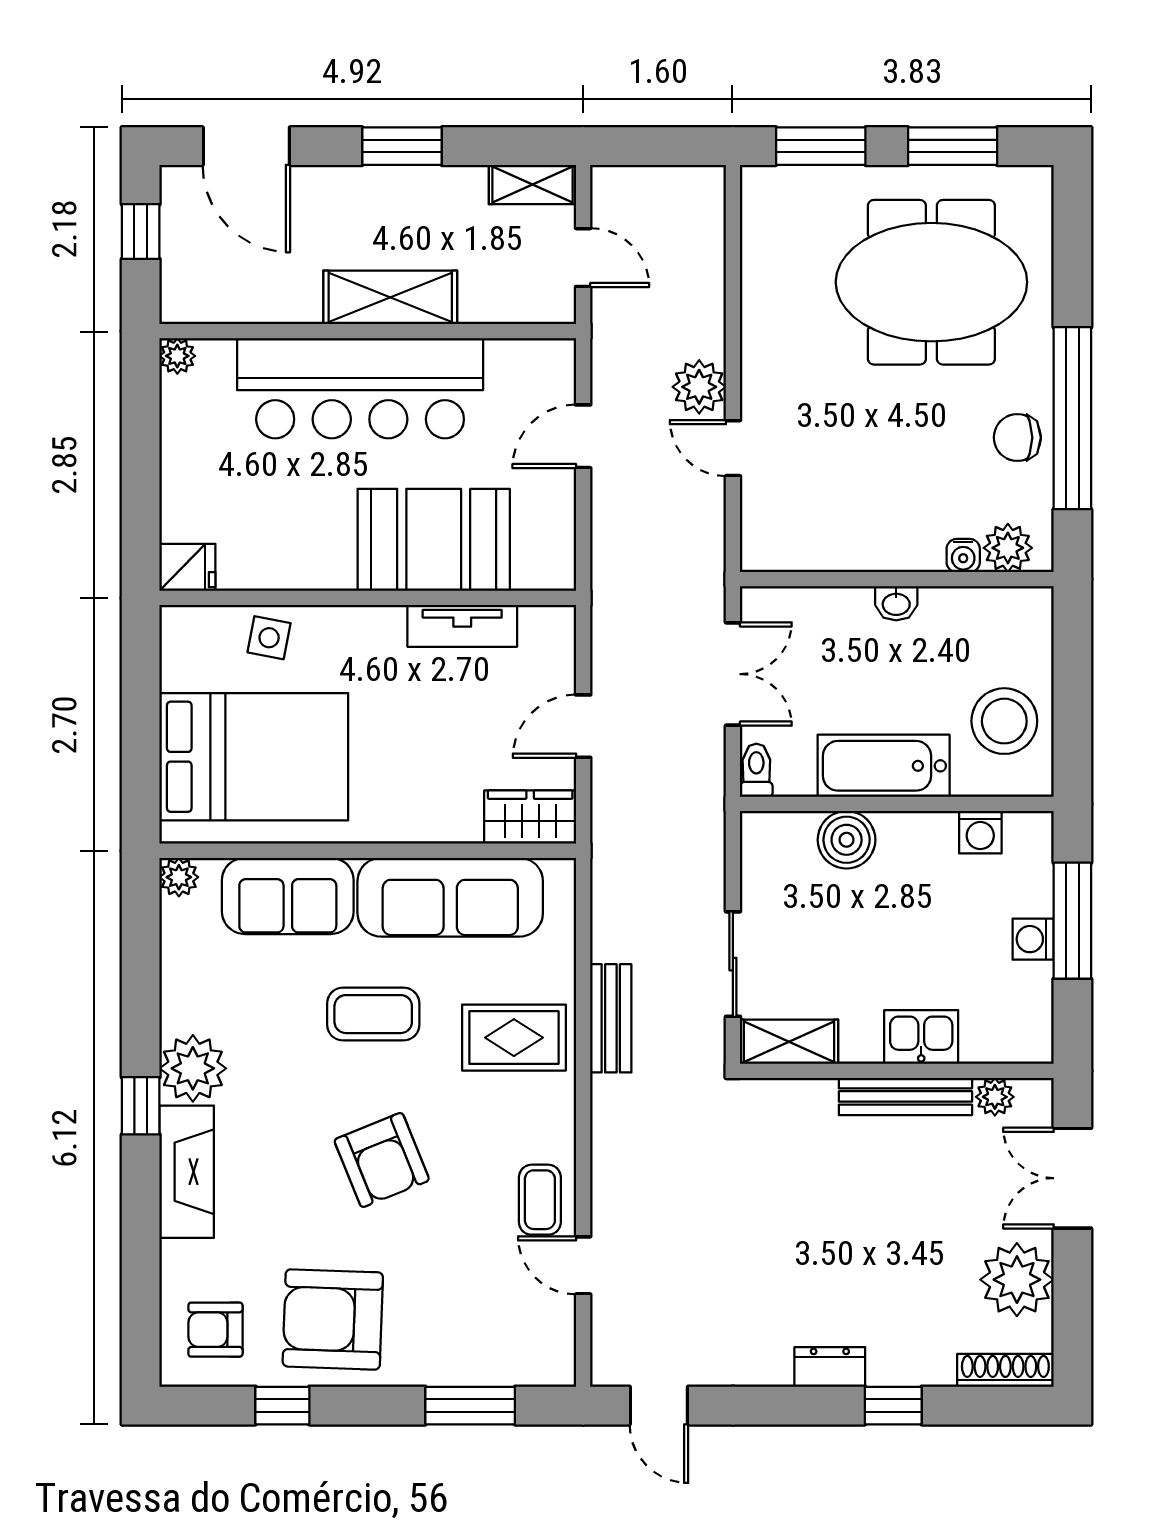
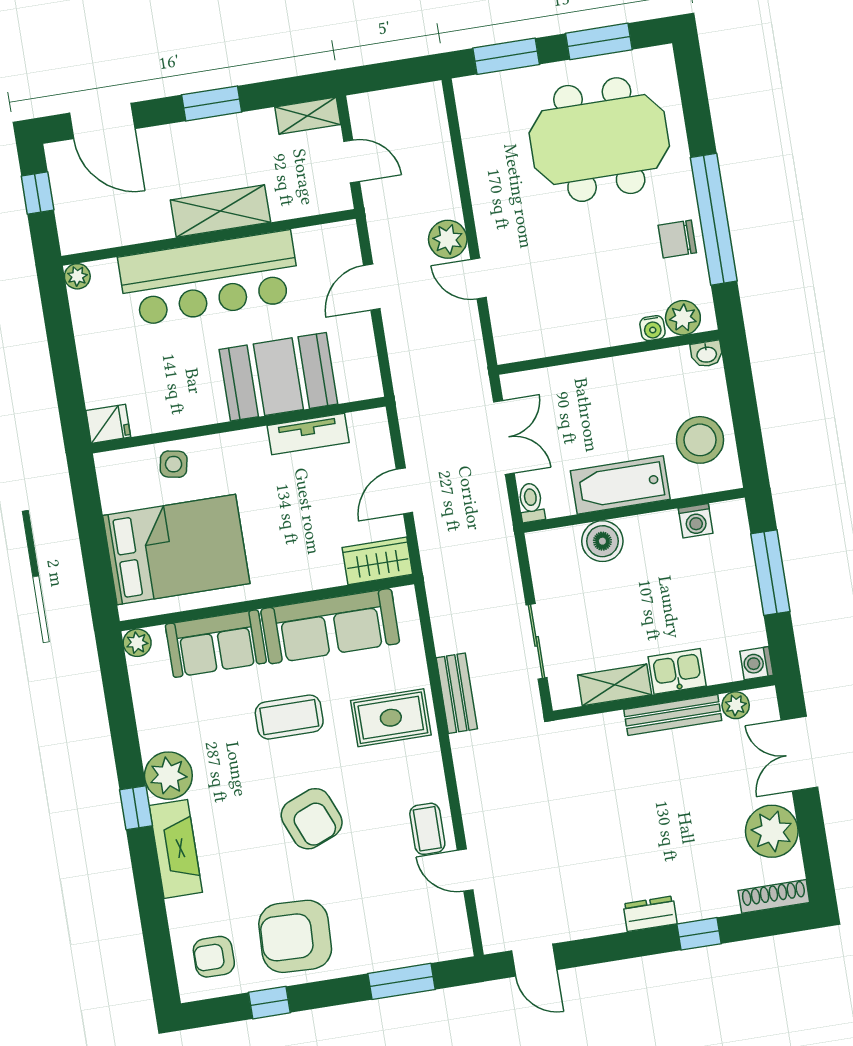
washbasin: (896, 603) -> (707, 354), moved
washing machine: (1033, 939) -> (757, 663), moved
shelving: (789, 1042) -> (615, 685), moved

